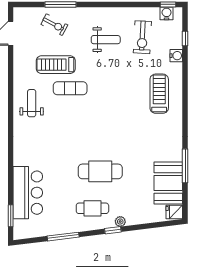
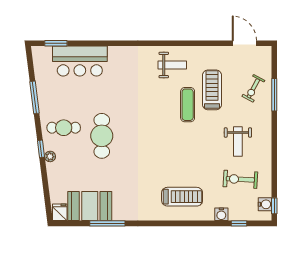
cafe table: (92, 208) -> (64, 128), turned 90

